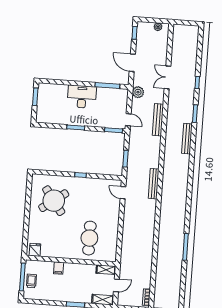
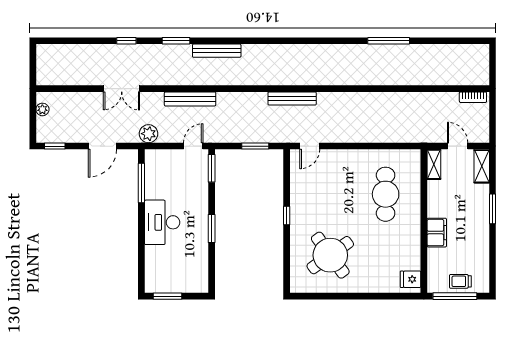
cafe table: (89, 238) -> (386, 194), turned 90
filing cabinet: (59, 268) -> (437, 233), width x2.00

